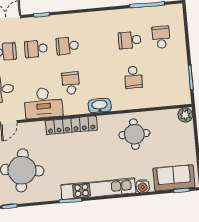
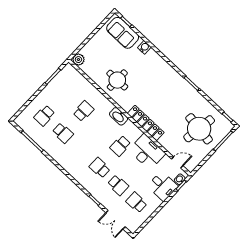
school desk: (67, 46) -> (100, 168), turned 180
kitchen unit: (98, 189) -> (170, 73), removed

